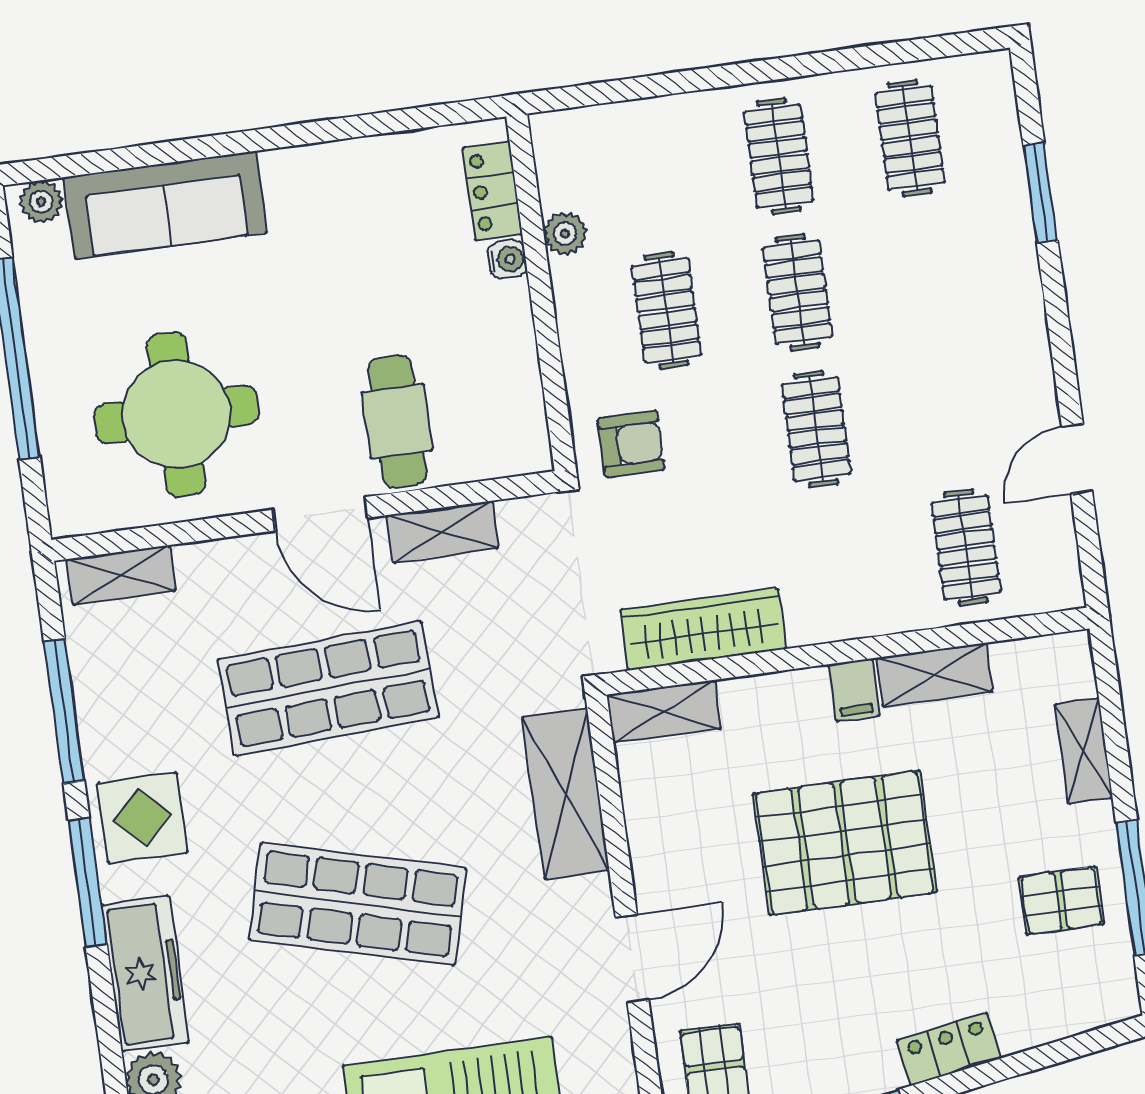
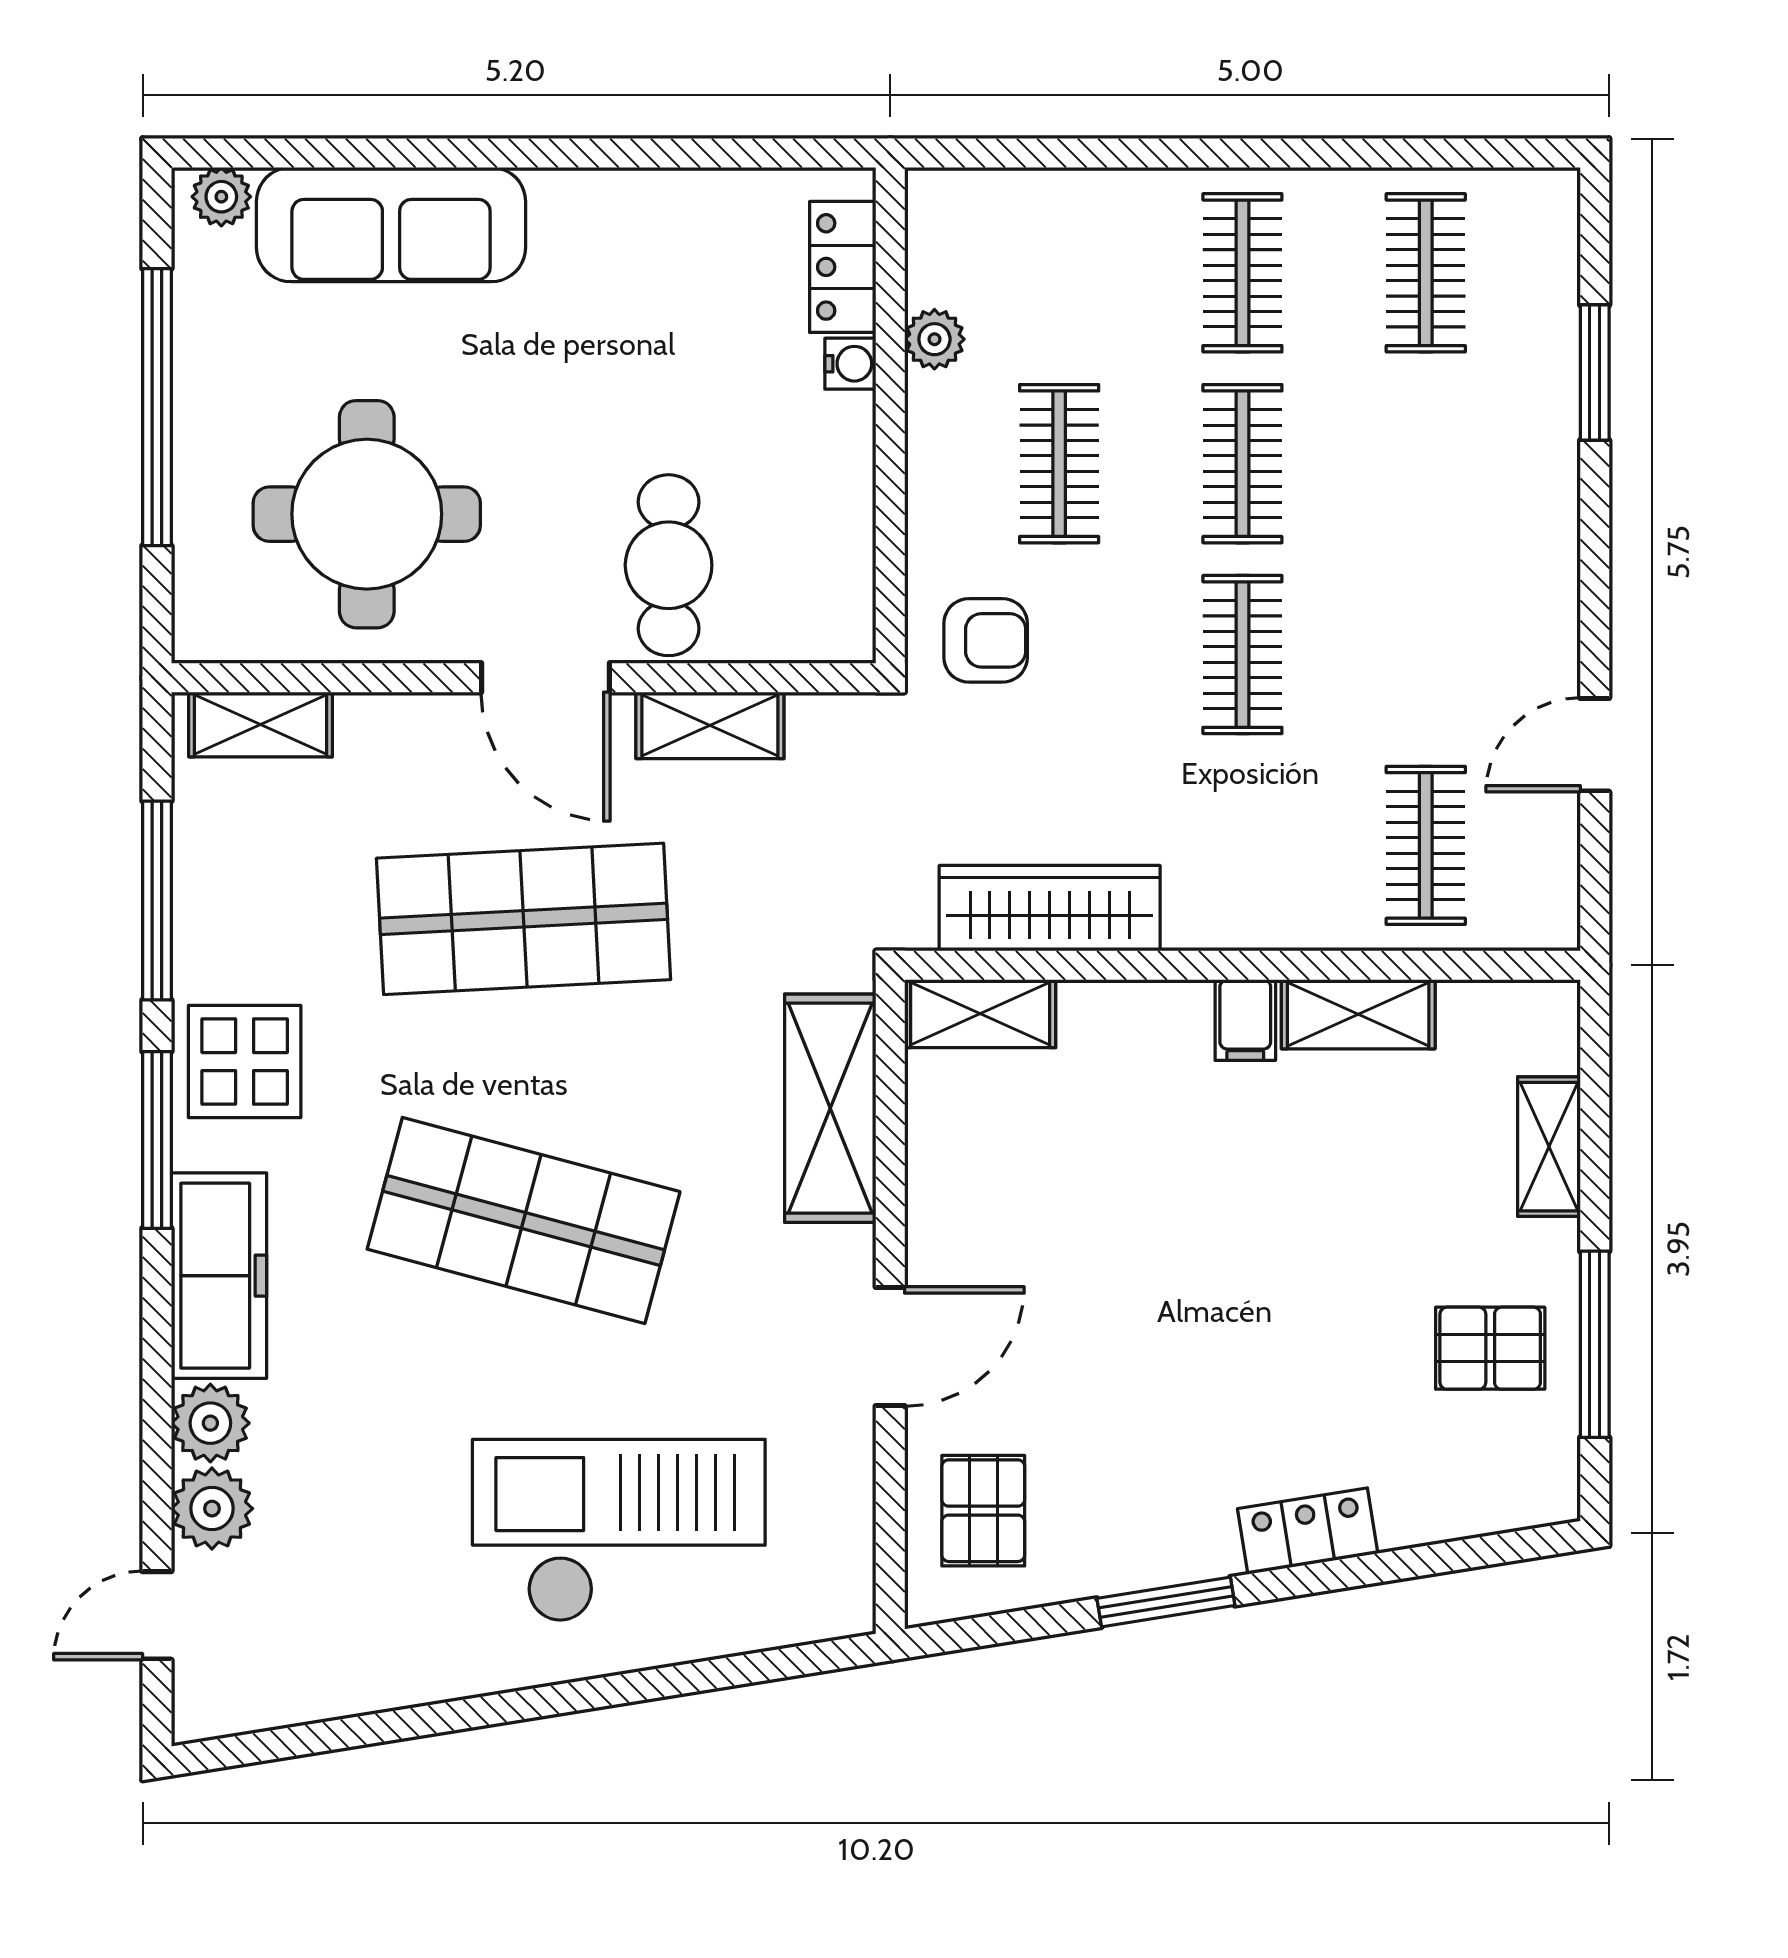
pallet: (845, 843) -> (1204, 1228), removed

